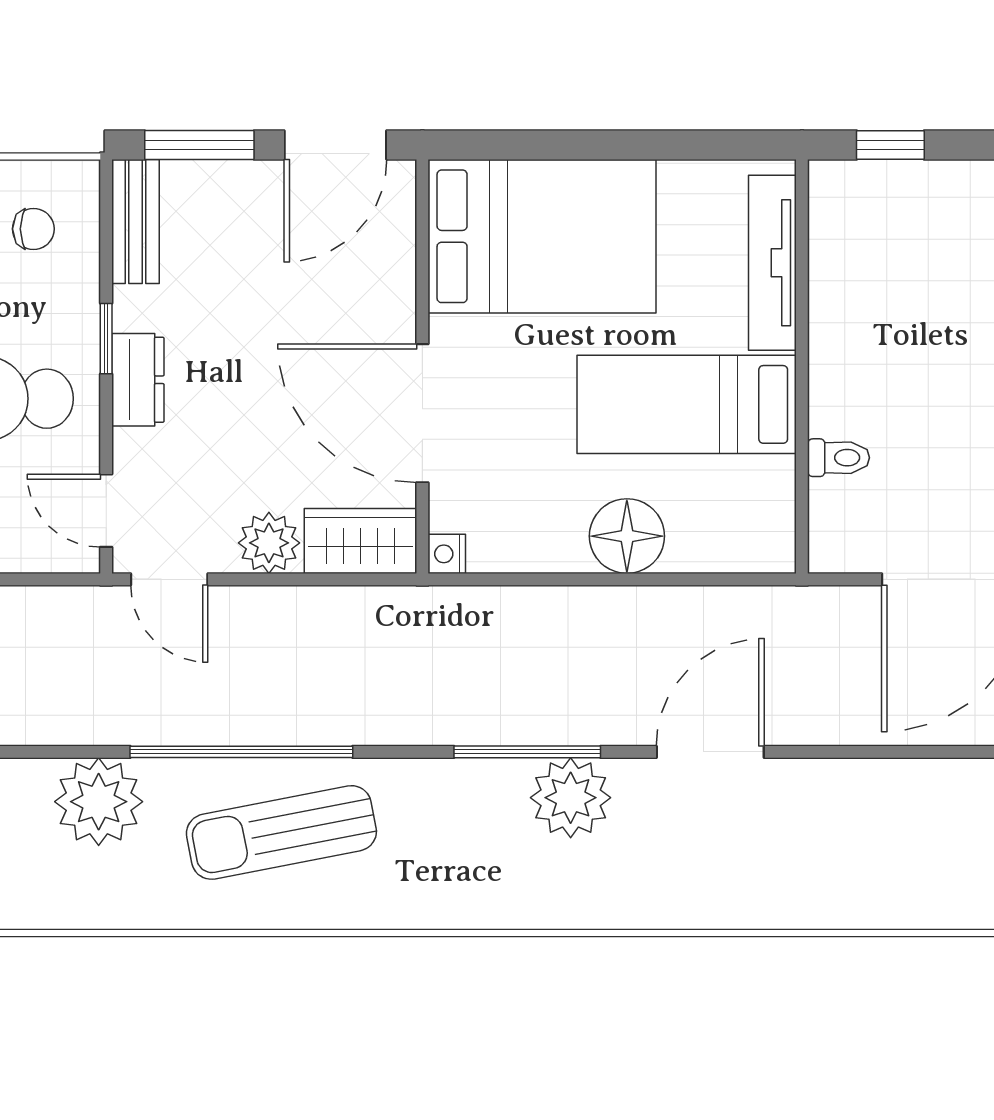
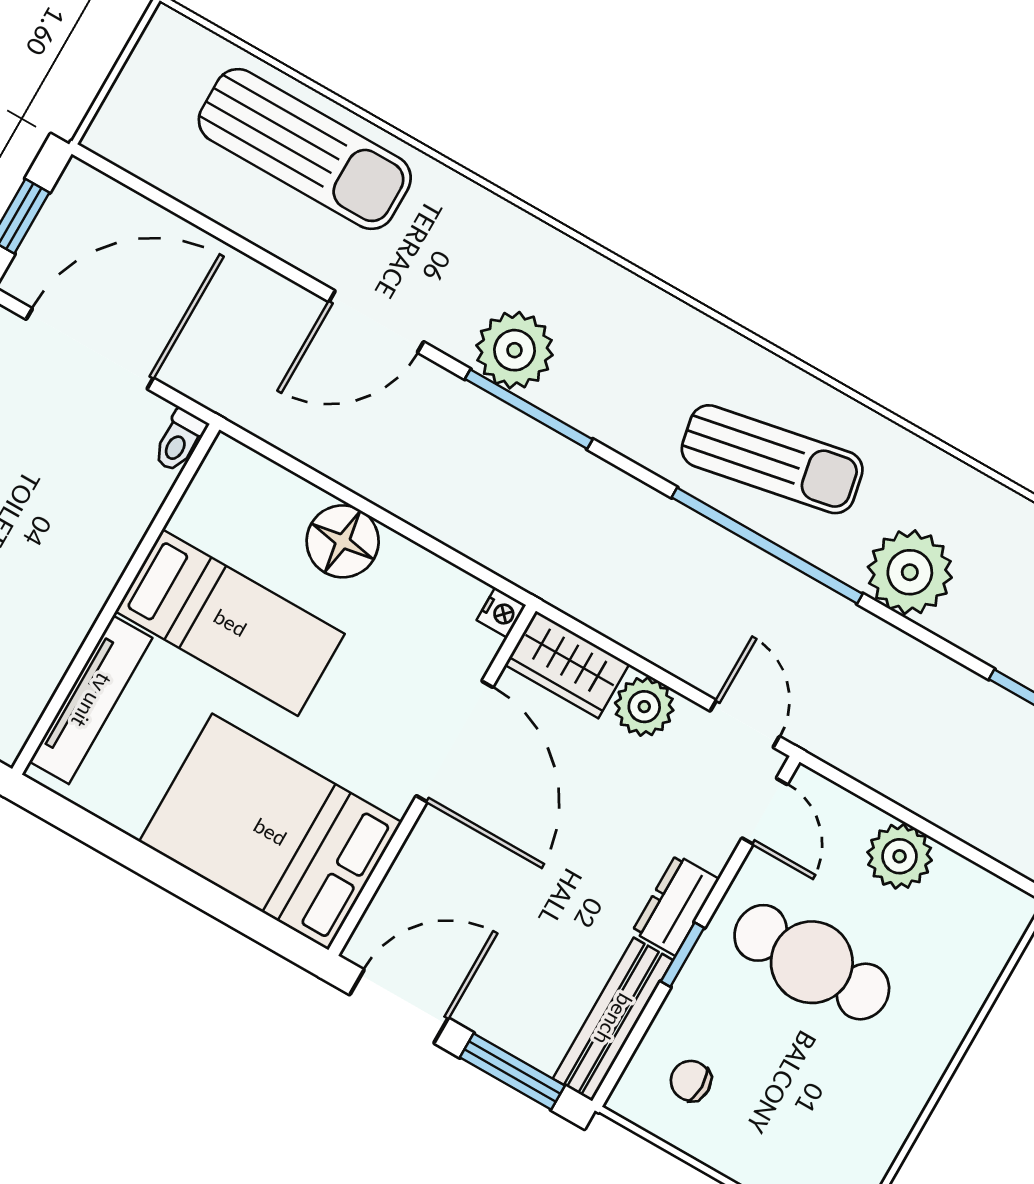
bench: (136, 222) -> (613, 1019), width x1.36
toilet: (839, 458) -> (179, 440), moved, turned -90
sun lounger: (864, 871) -> (305, 149), added

